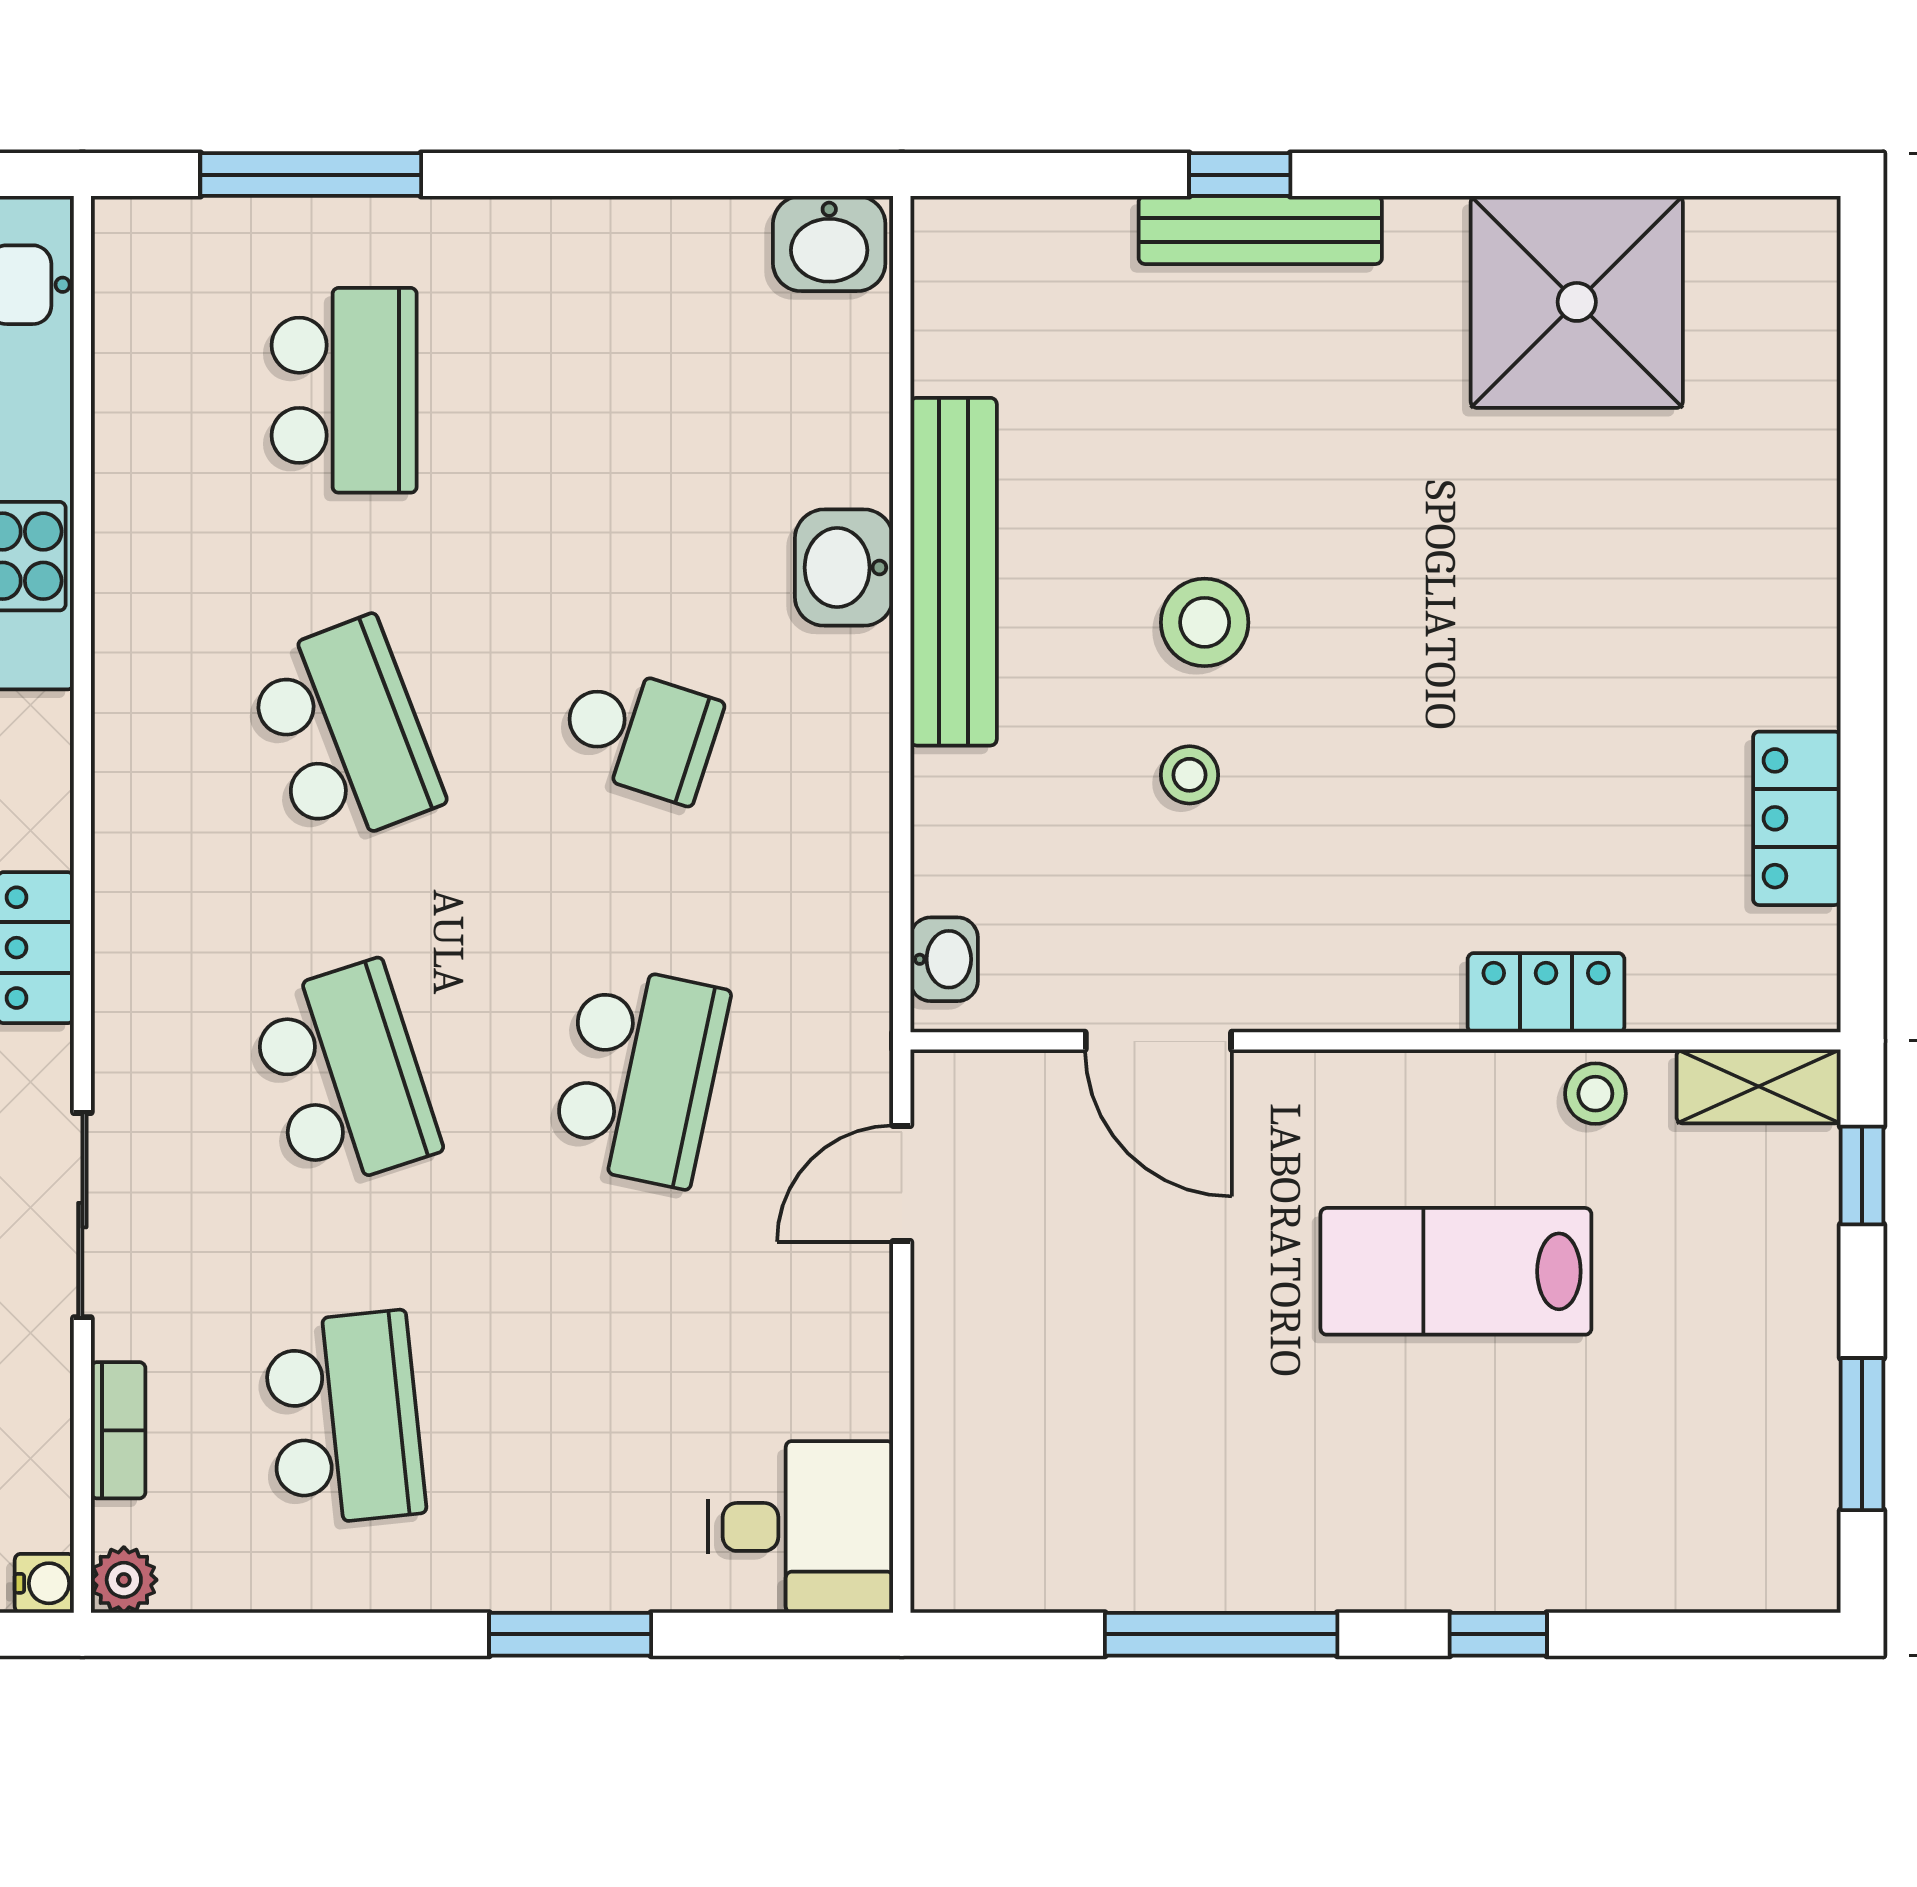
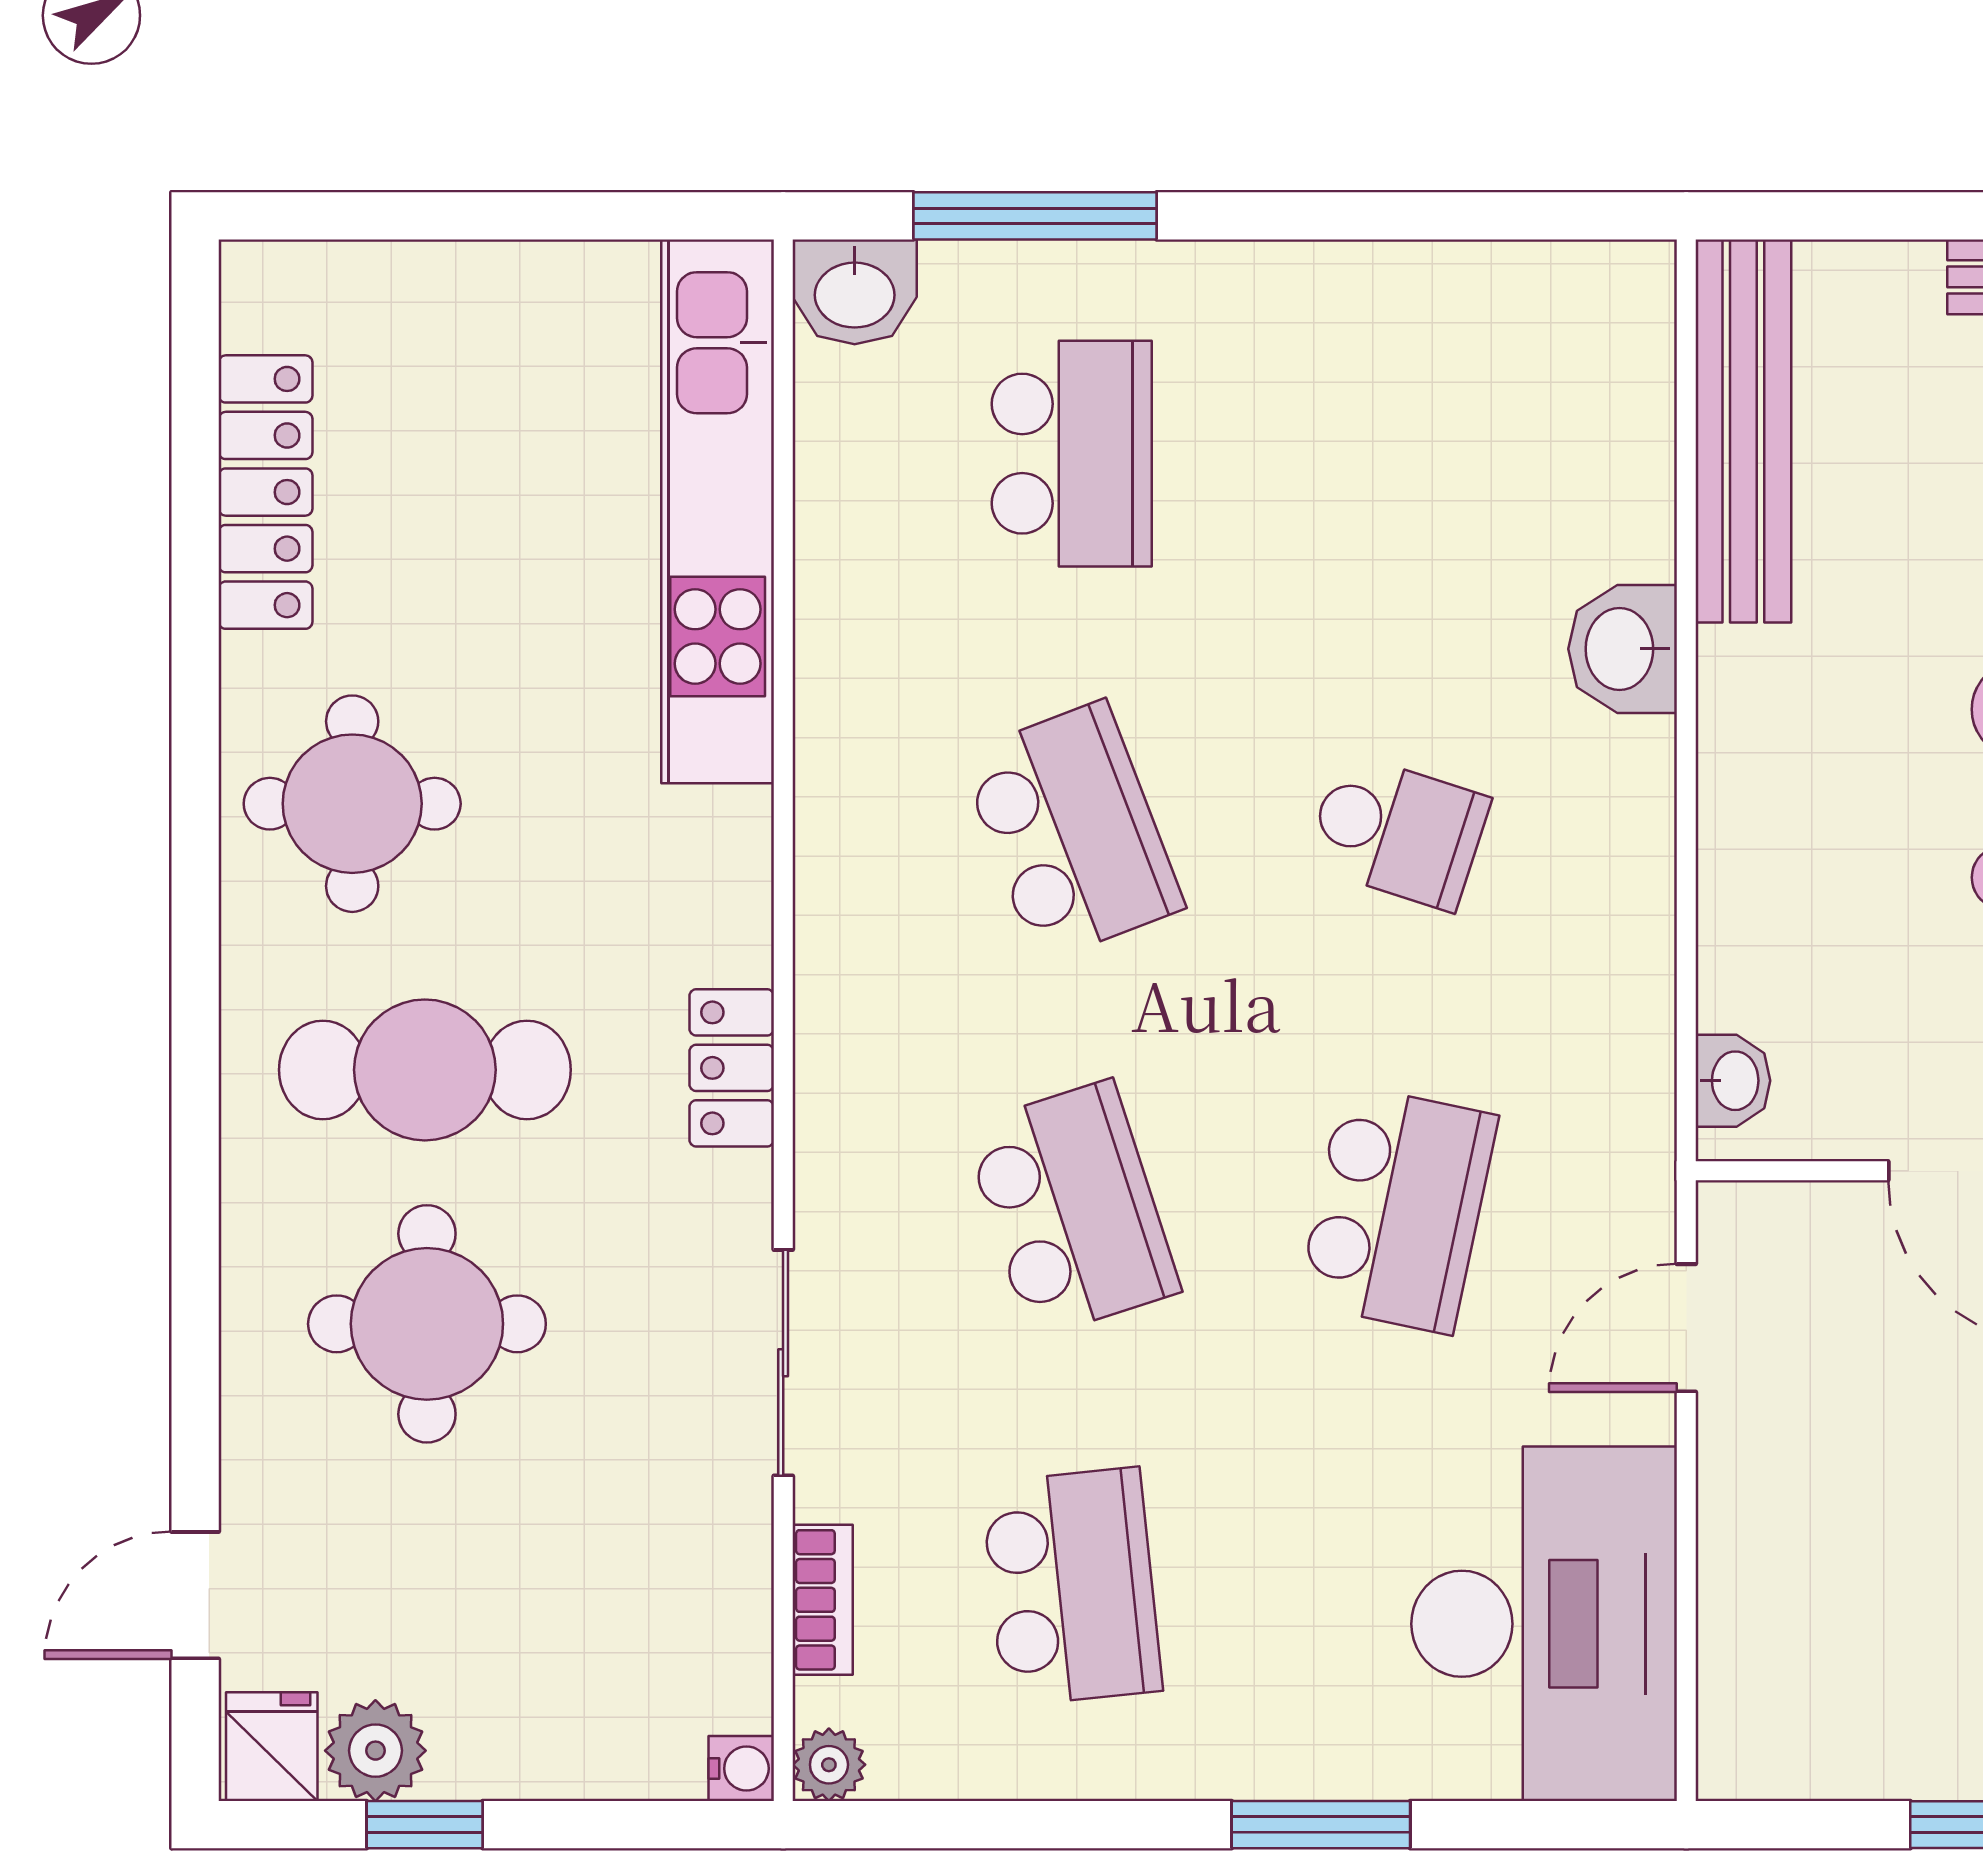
washbasin: (829, 244) -> (855, 292), moved
bench: (954, 572) -> (1743, 431), moved
desk: (801, 1527) -> (1544, 1624), width x1.87, depth x1.30

